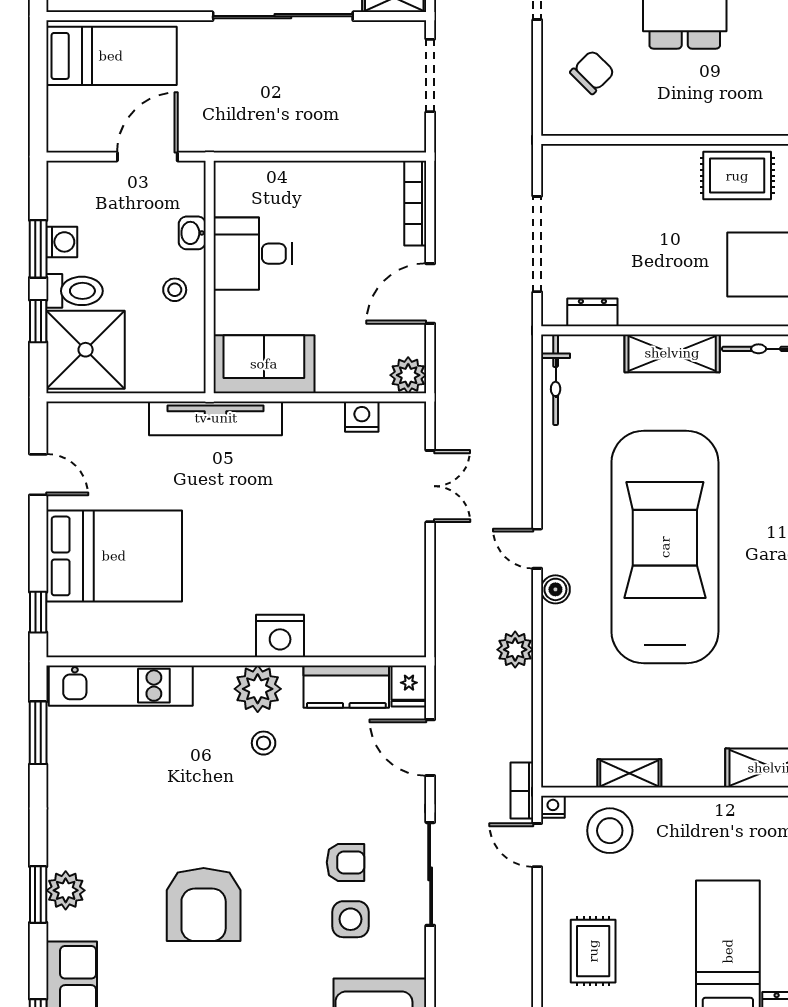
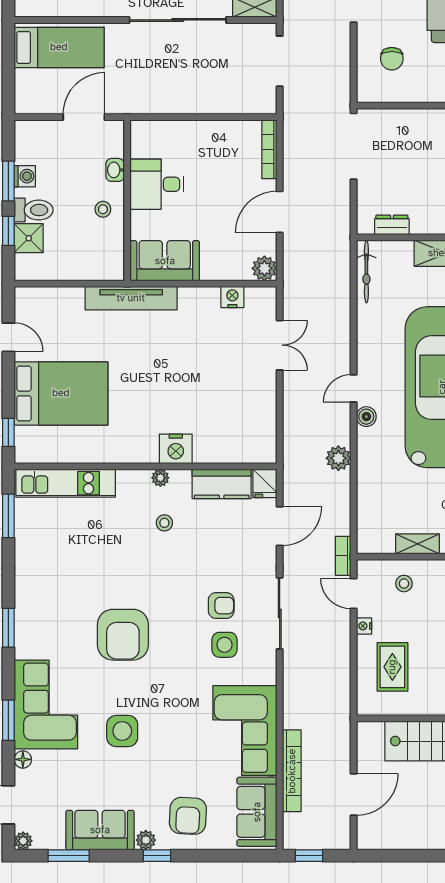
chair: (592, 72) -> (392, 59), turned 135
doorway: (537, 244) -> (354, 146), moved
shower: (86, 350) -> (29, 238), width x0.54, depth x0.54
door: (537, 549) -> (354, 388), hinge flipped
plant: (258, 689) -> (160, 478), width x0.53, depth x0.53
door: (430, 748) -> (280, 526), swing flipped
nightstand: (553, 807) -> (364, 626), moved, turned -90
stool: (610, 831) -> (404, 584), width x0.53, depth x0.53
plant: (66, 890) -> (27, 625), removed

